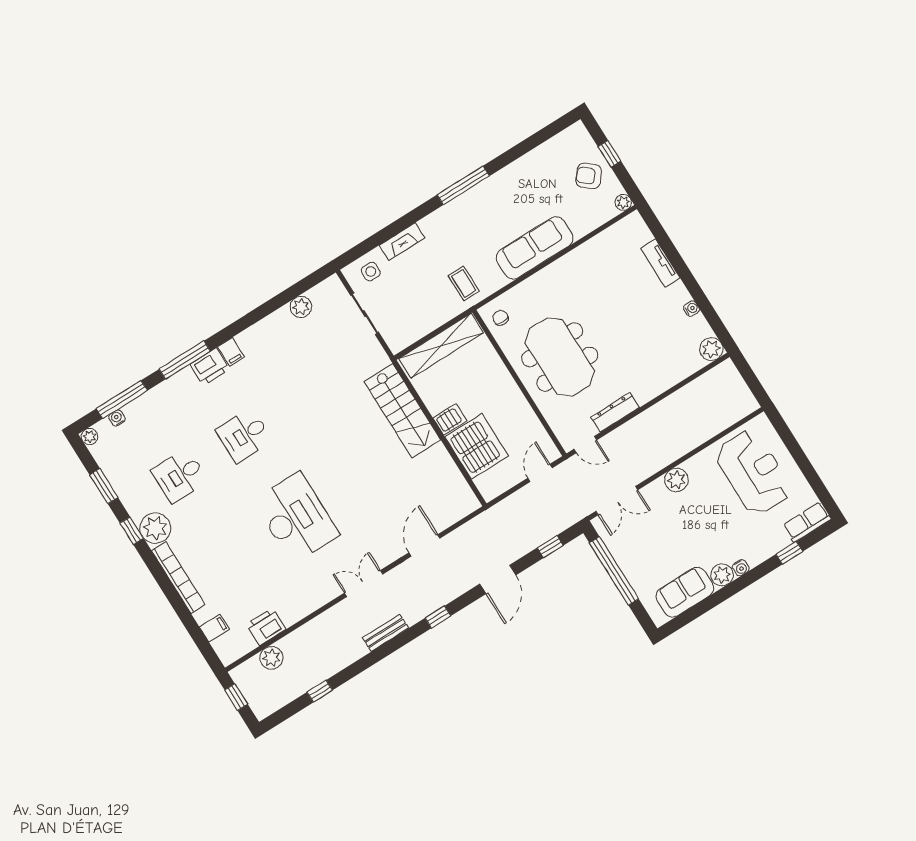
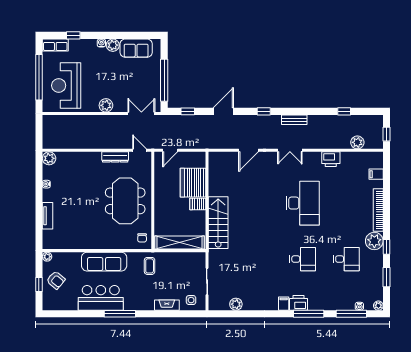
bar counter: (506, 191) -> (101, 298), added
window: (801, 459) -> (39, 77), added
desk: (296, 518) -> (303, 203), turned 180
printer: (266, 627) -> (331, 159), moved

